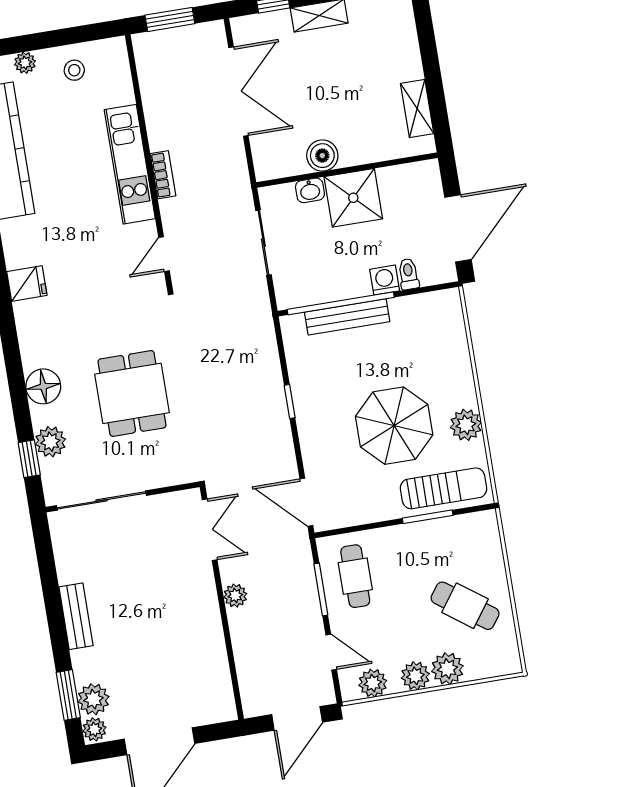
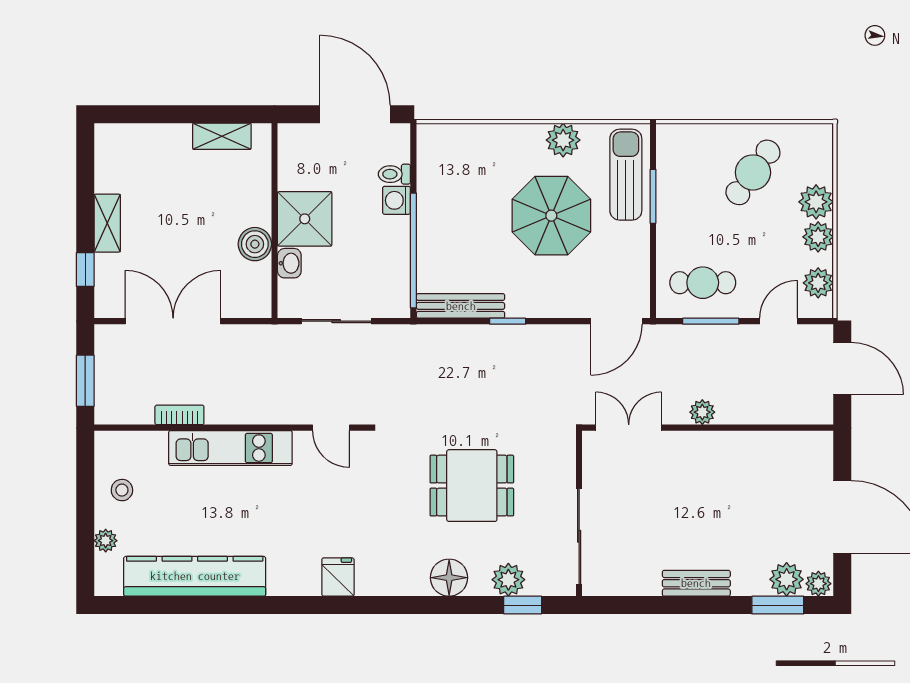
bookcase: (163, 175) -> (179, 415), moved
bench: (347, 317) -> (461, 306), moved, turned 90

